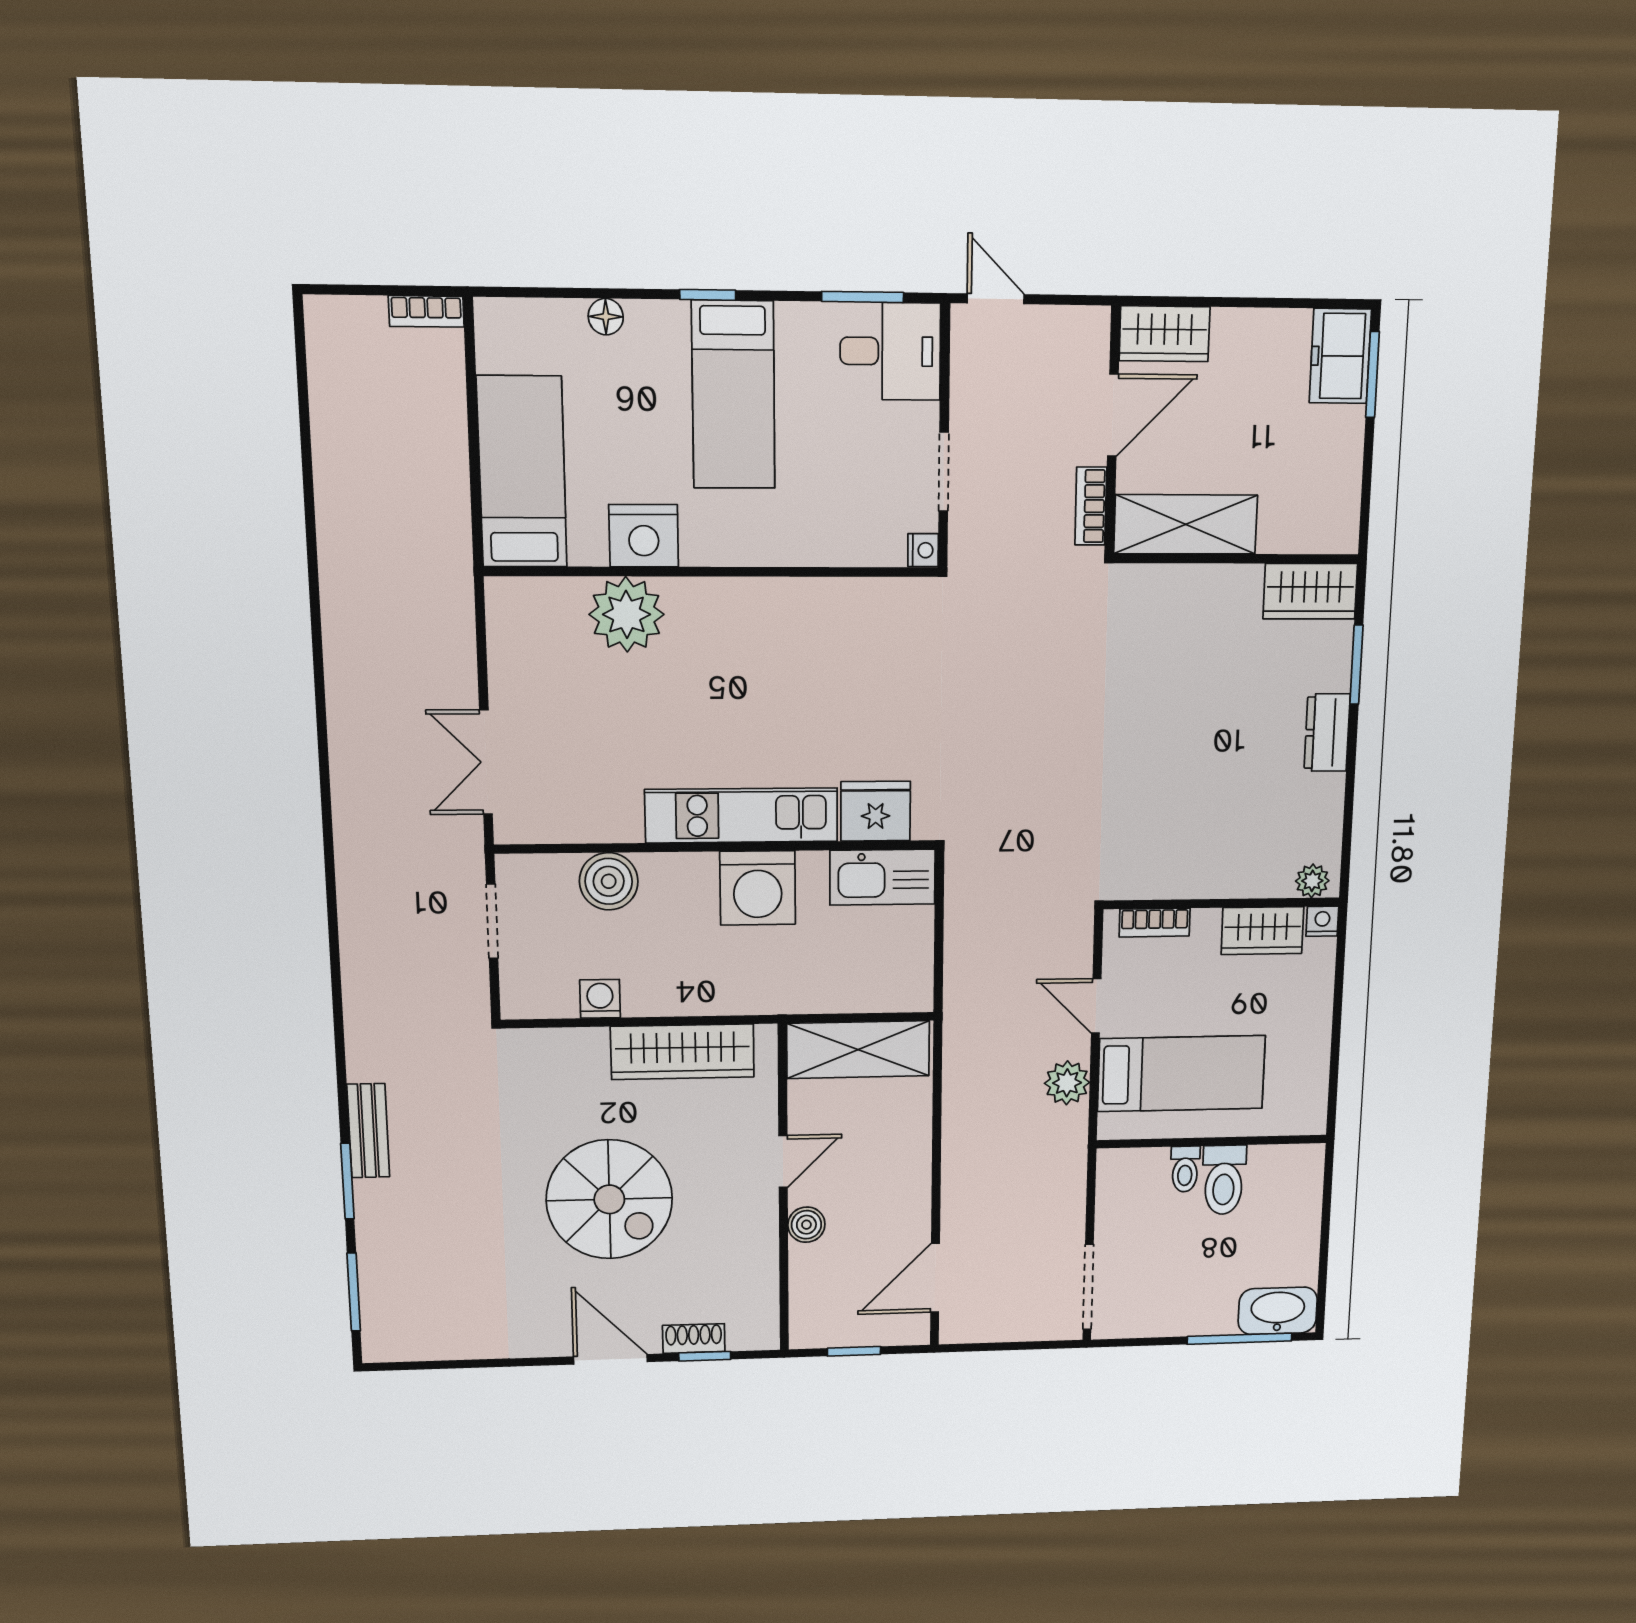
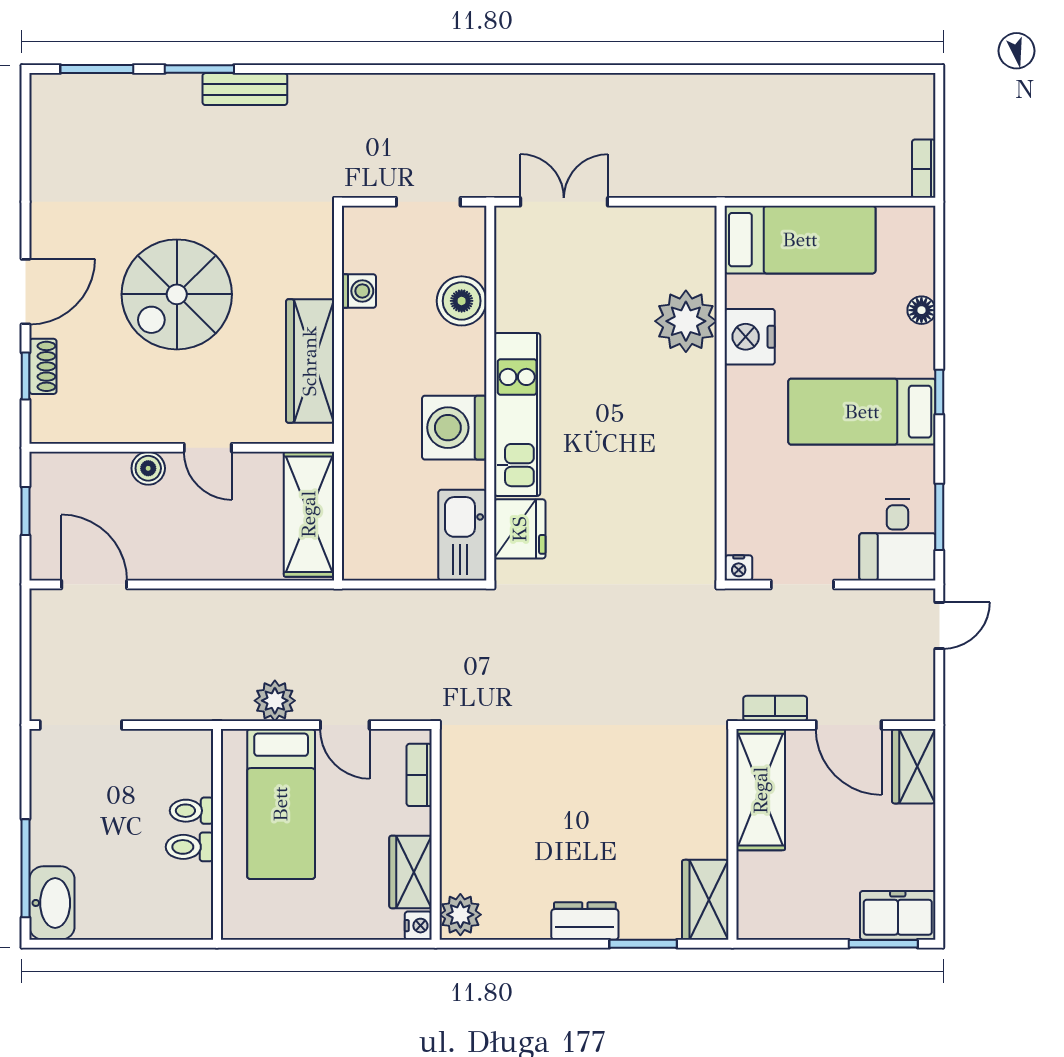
plant: (1312, 881) -> (460, 915), width x1.38, depth x1.38
door: (1096, 1006) -> (345, 725), swing flipped
toilet: (1224, 1180) -> (189, 847), width x0.73, depth x0.72

